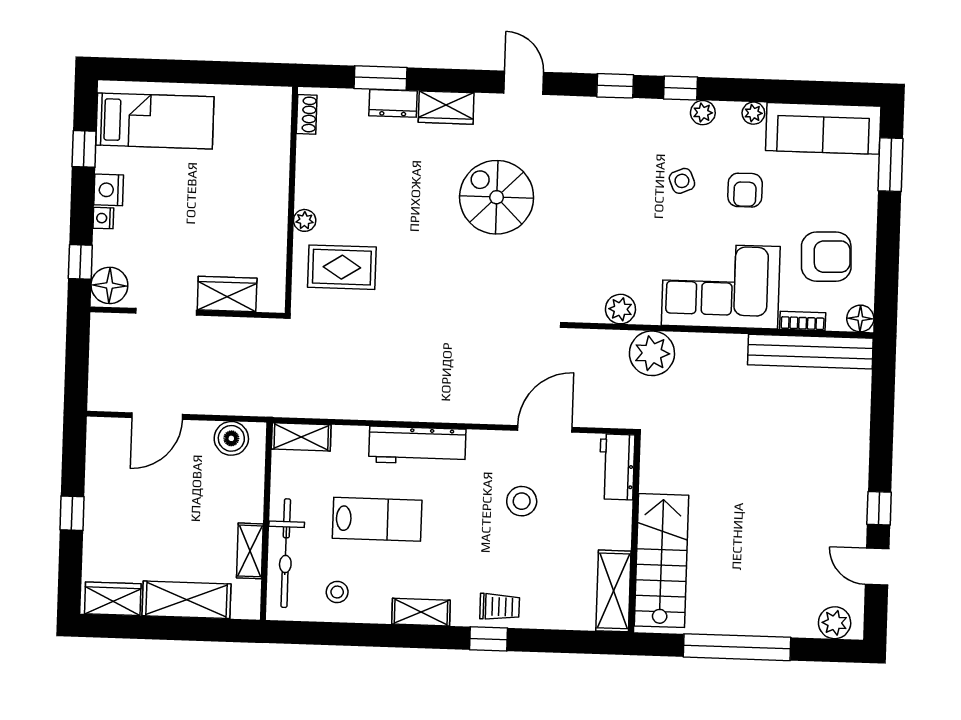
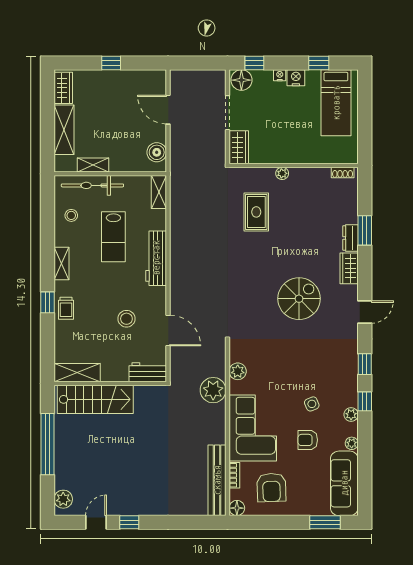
shoe rack: (307, 114) -> (343, 173), moved
wall: (291, 200) -> (294, 165), moved
plant: (305, 220) -> (282, 173), moved

